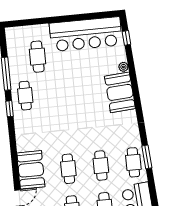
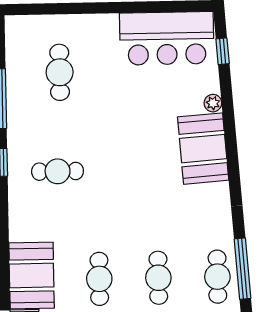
bar counter: (86, 34) -> (167, 38), width x0.73
cafe table: (25, 96) -> (58, 171), moved, turned 90
window: (147, 157) -> (242, 269), width x1.44

